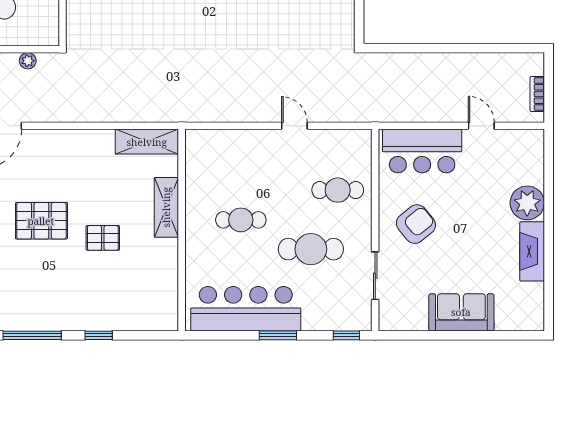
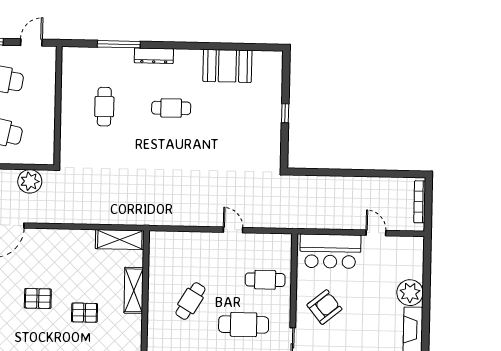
plant: (28, 61) -> (30, 181), width x1.87, depth x1.87
bookcase: (537, 94) -> (420, 202), width x1.56
cafe table: (241, 220) -> (190, 301), turned -59
pallet: (41, 221) -> (38, 298), width x0.67, depth x0.71

